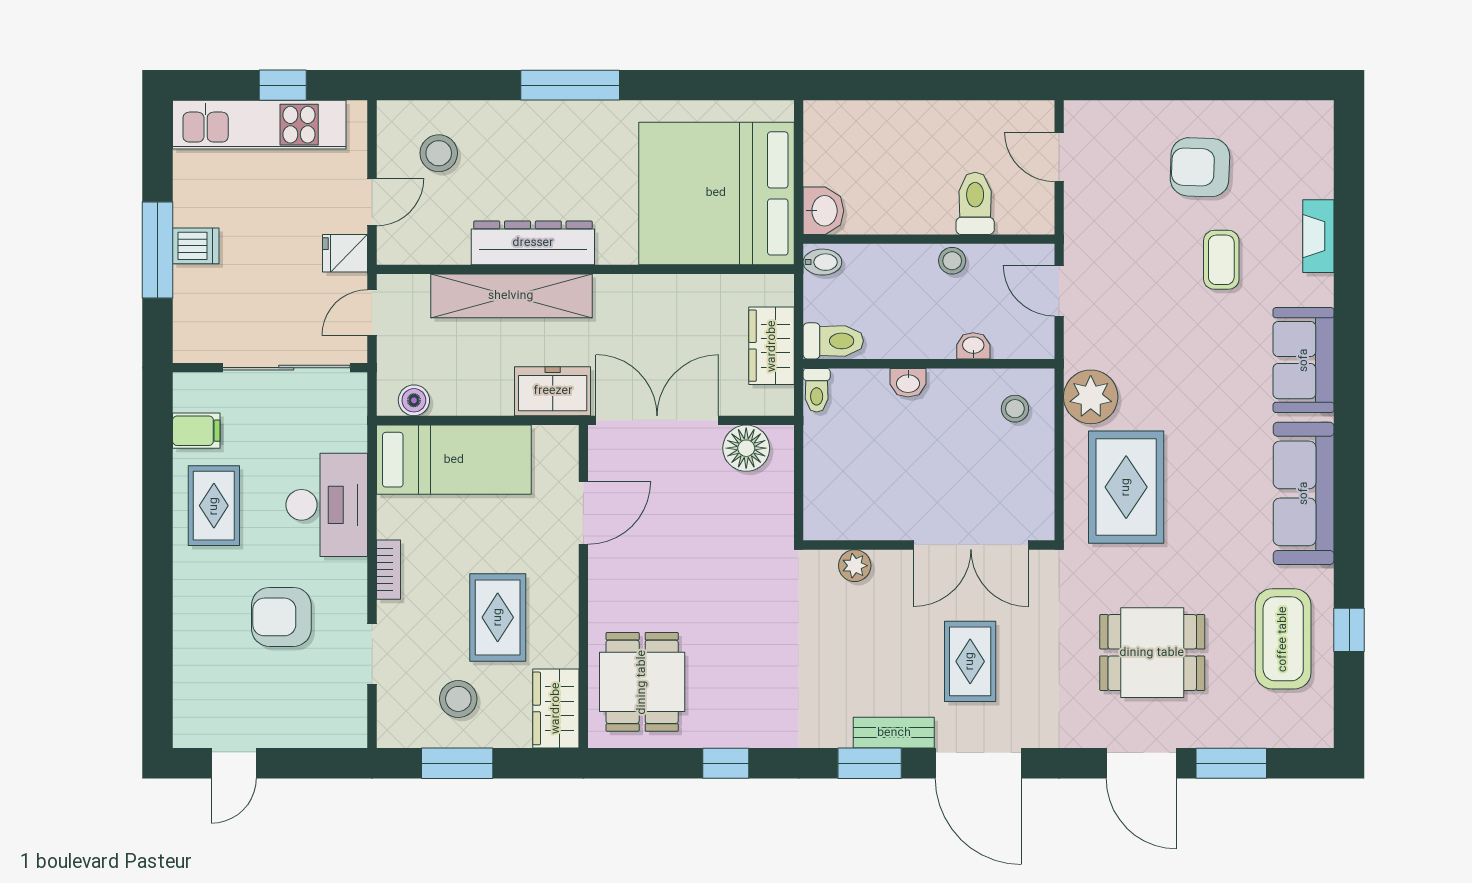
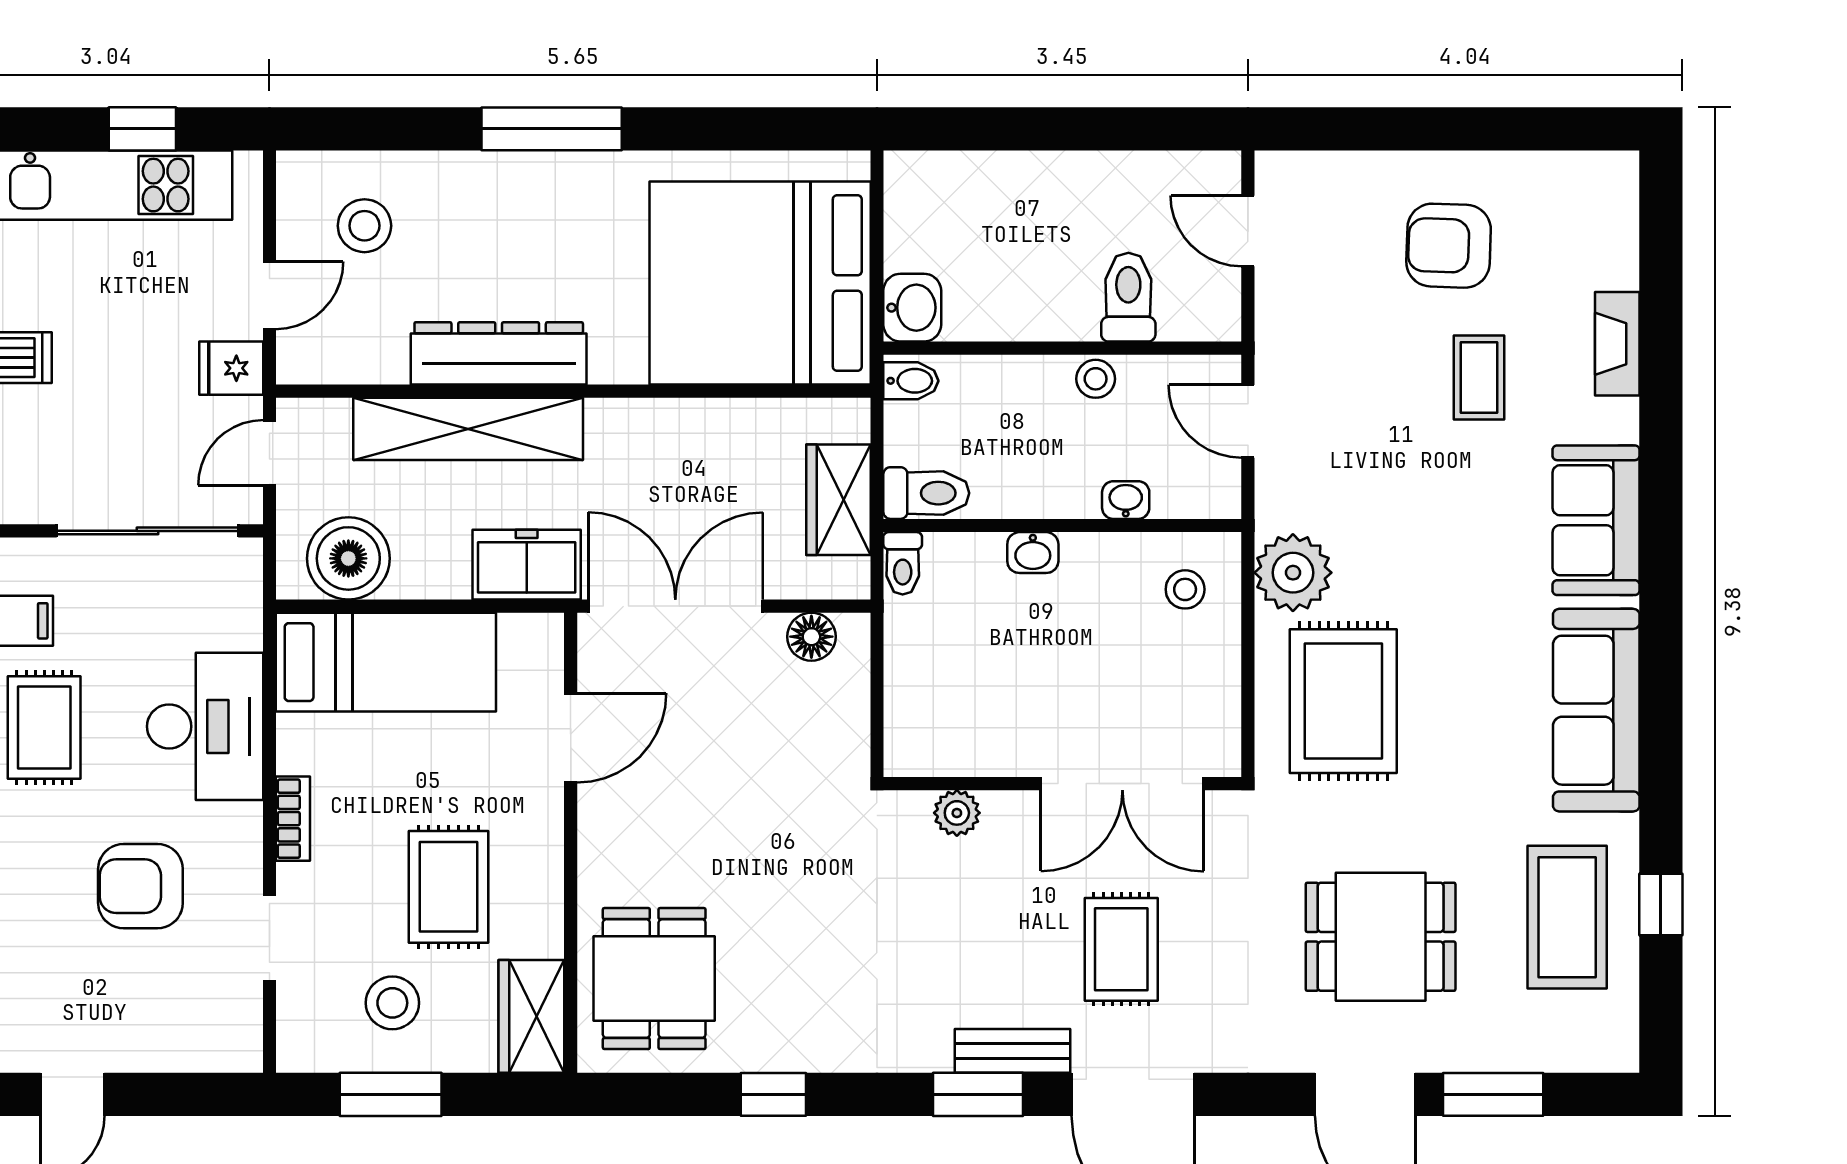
boiler: (414, 400) -> (348, 558), width x1.86, depth x1.86
floor lamp: (746, 448) -> (811, 637), width x0.73, depth x0.73

